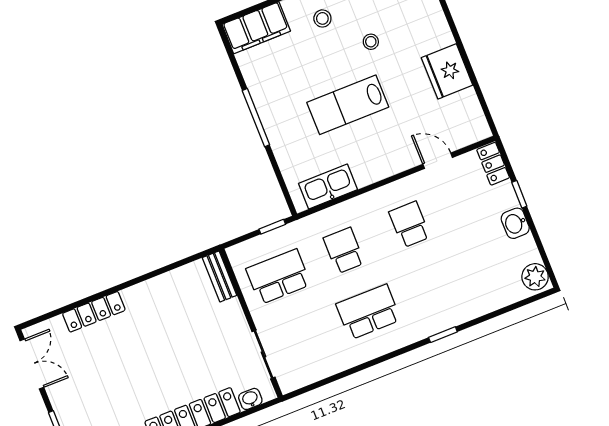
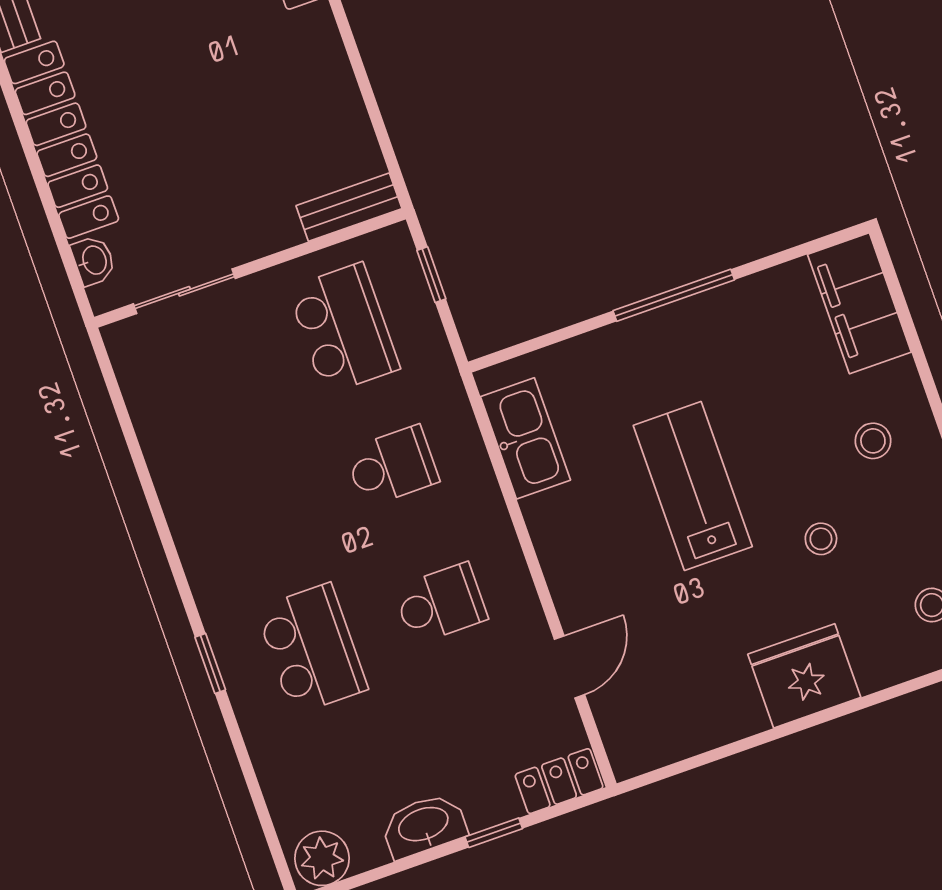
fridge: (447, 71) -> (804, 676), moved
washbasin: (515, 223) -> (424, 825), width x1.38
window: (272, 227) -> (431, 275), moved
school desk: (368, 312) -> (312, 649), moved

